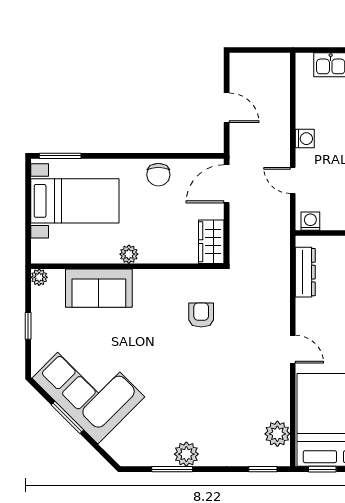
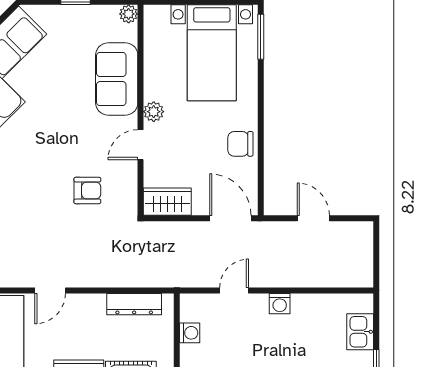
door: (227, 108) -> (313, 218), swing flipped
washing machine: (310, 221) -> (190, 333), moved
door: (159, 266) -> (141, 145), added

